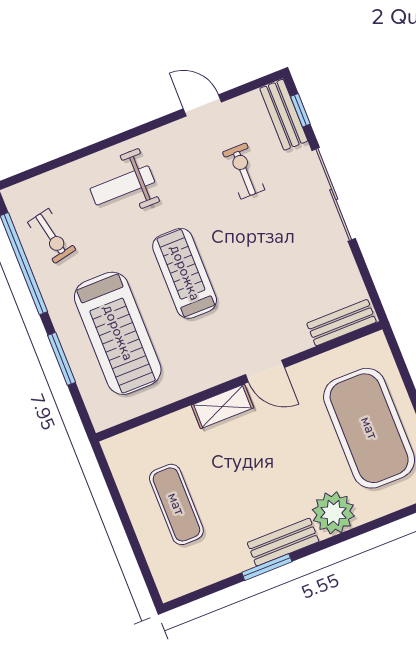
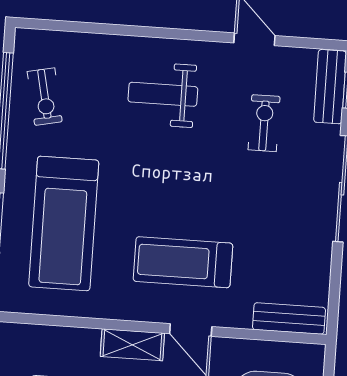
weight bench: (122, 185) -> (163, 94), moved
treadmill: (185, 273) -> (183, 262), moved, turned -90

